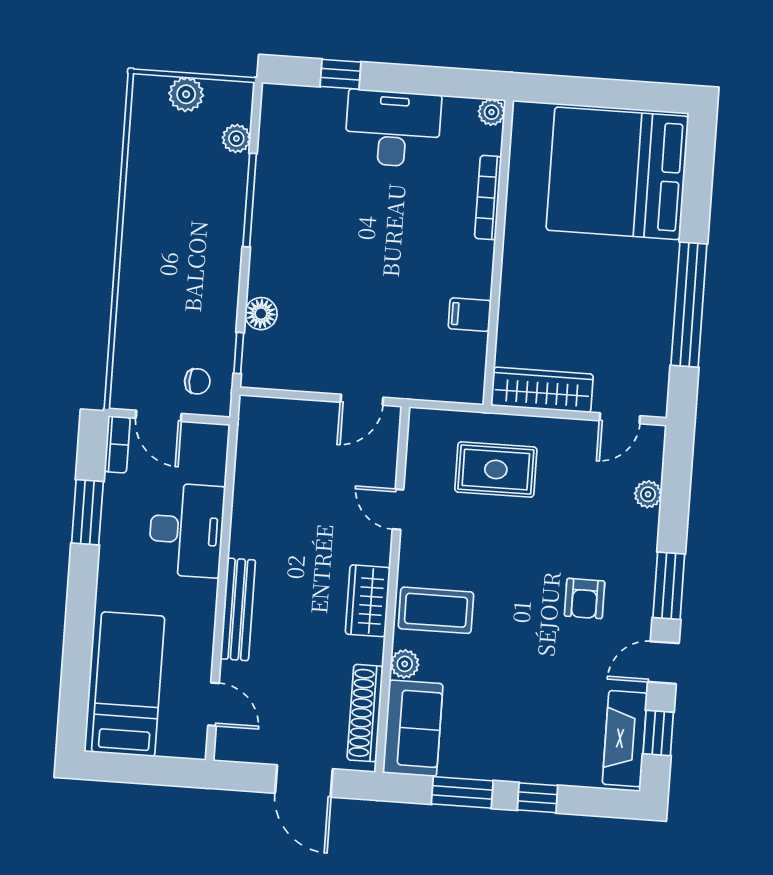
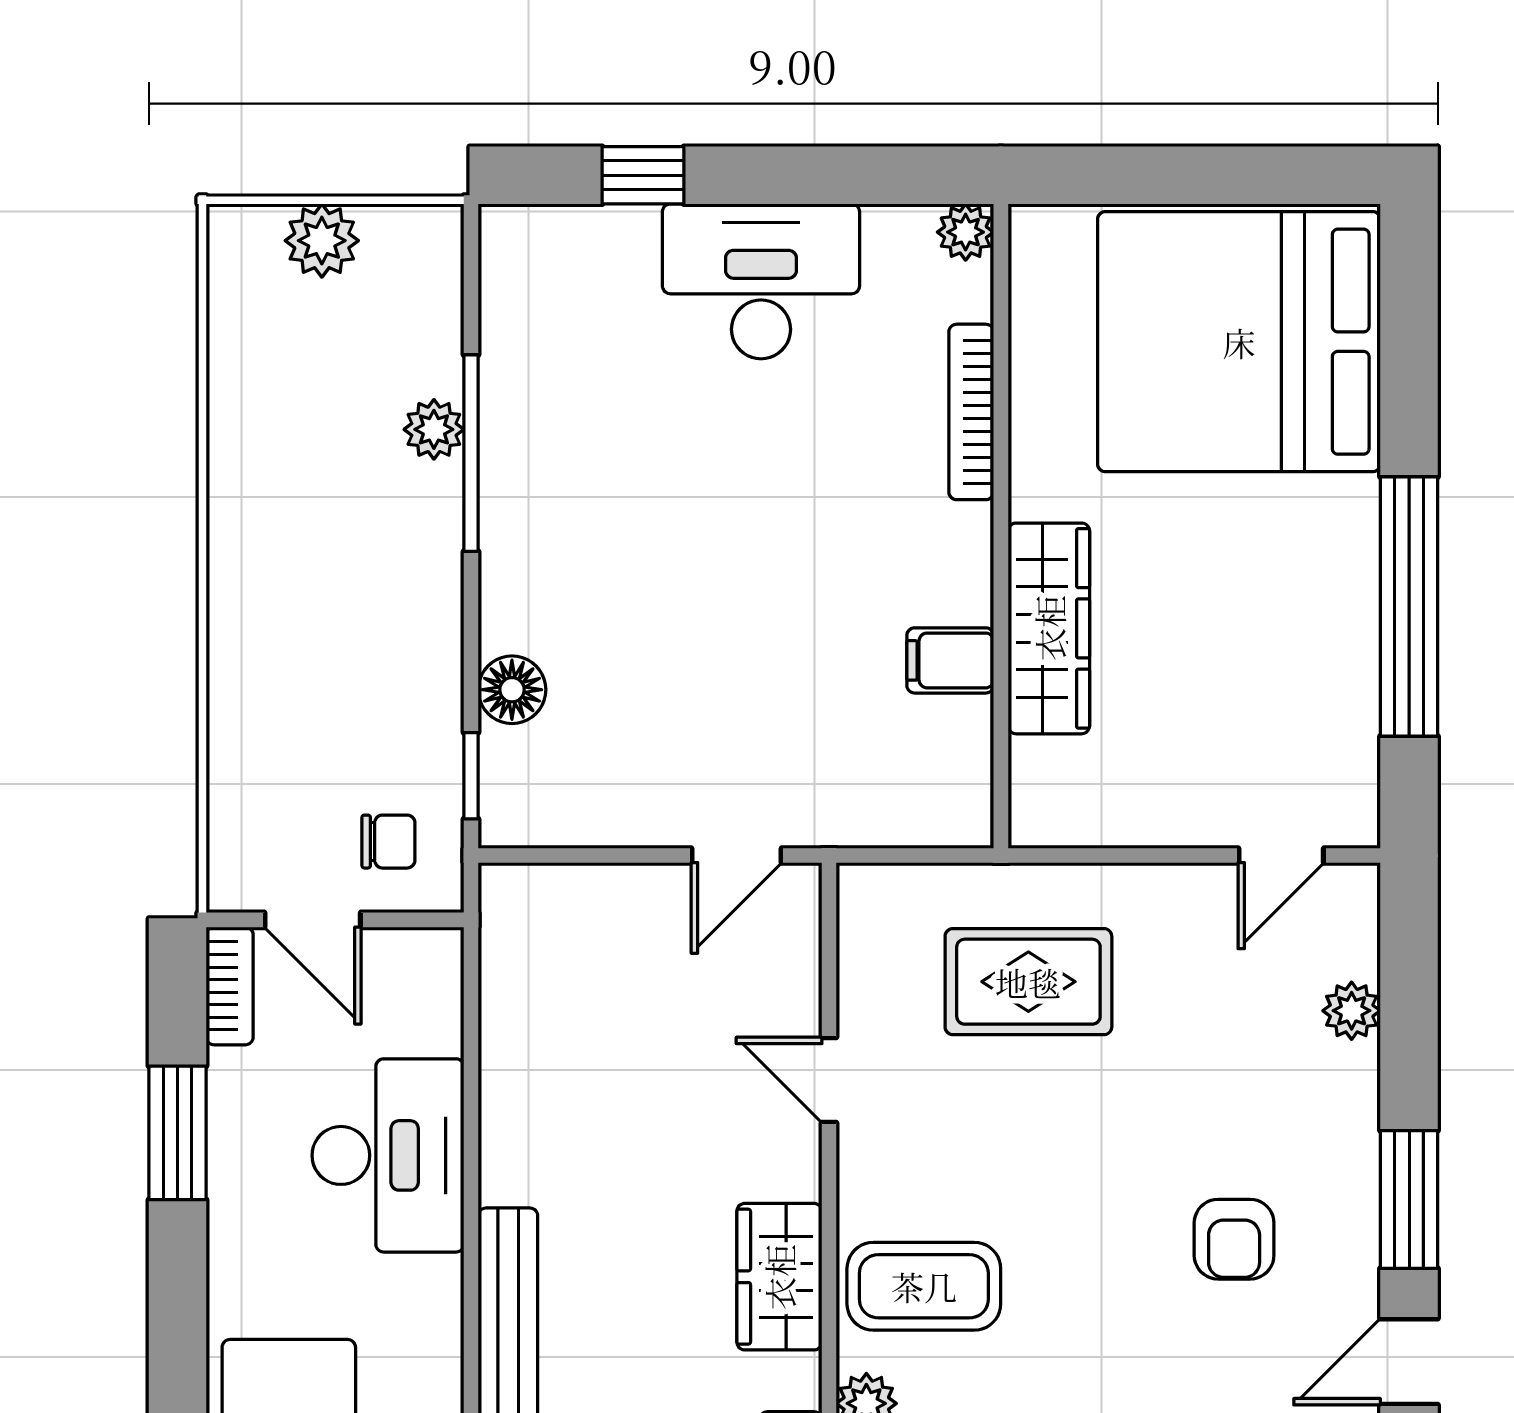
plant: (236, 138) -> (434, 429), moved
wardrobe: (542, 390) -> (1049, 628), moved, turned 90

